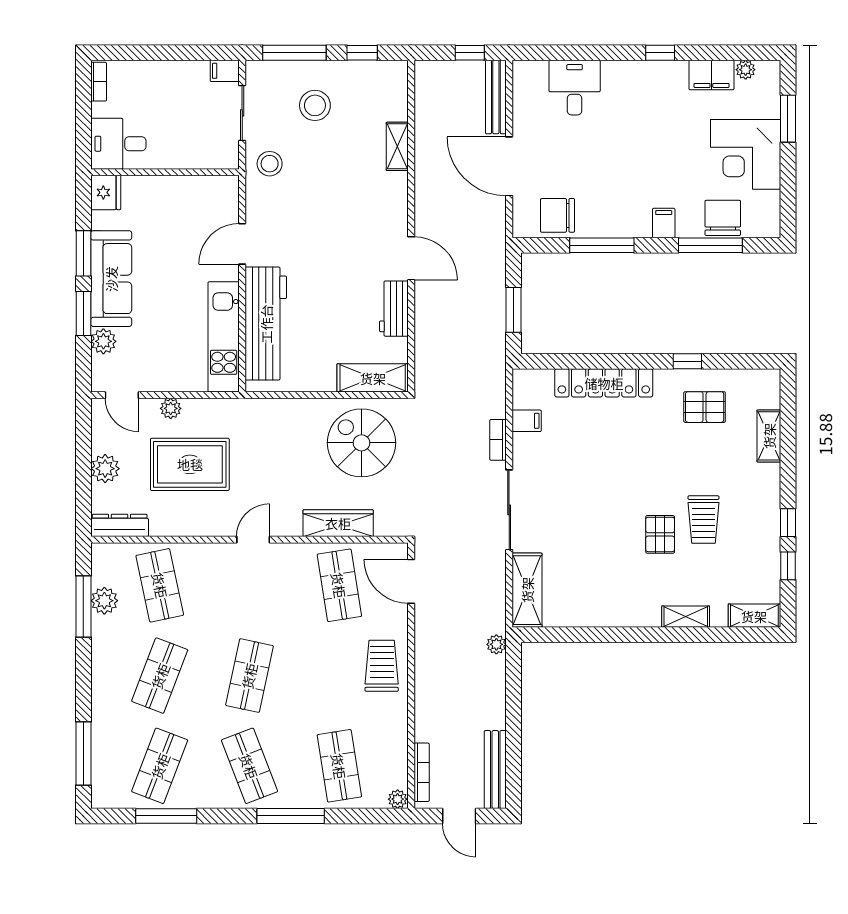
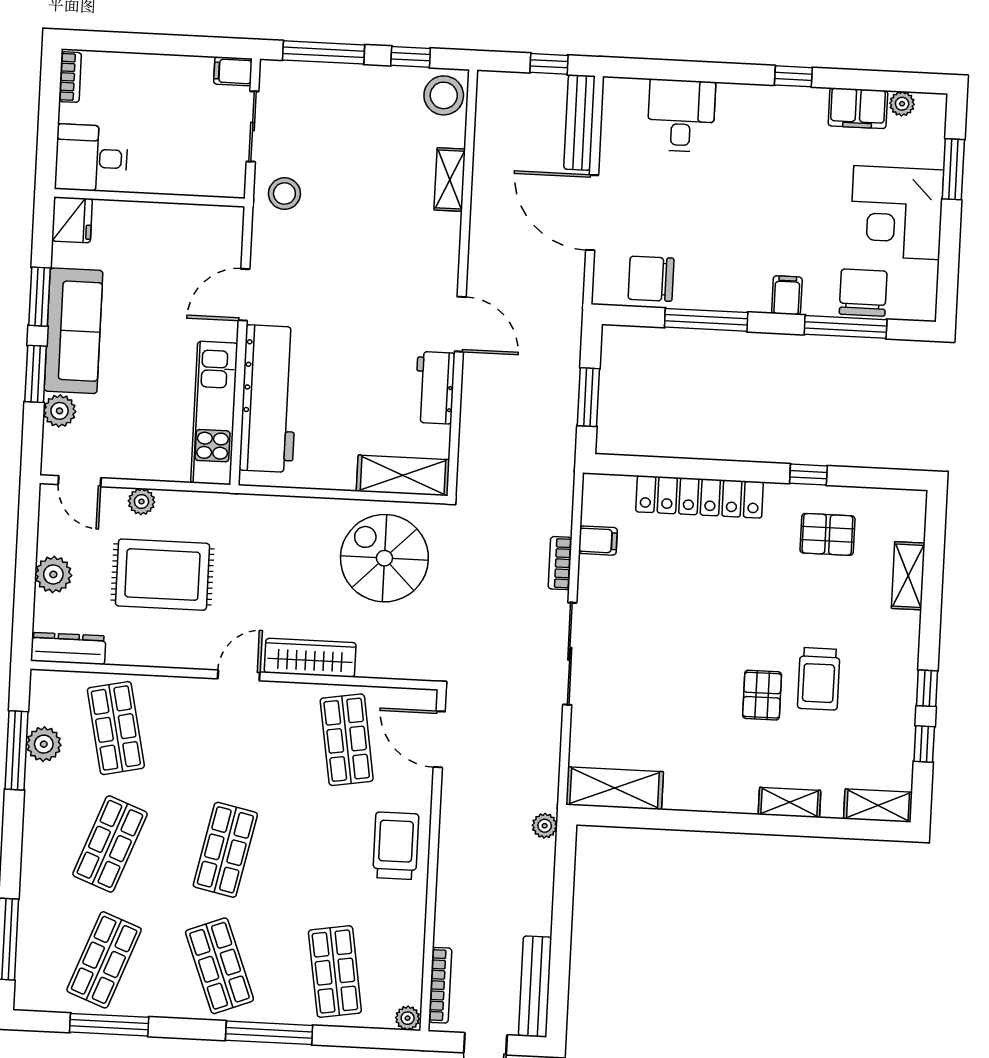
stool: (315, 105) -> (444, 95), moved
wardrobe: (338, 523) -> (310, 658), moved
shelving: (527, 590) -> (615, 788), moved, turned 90

